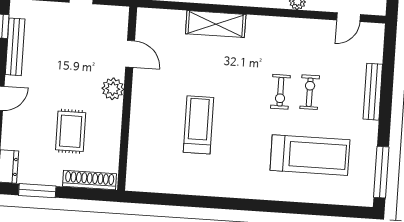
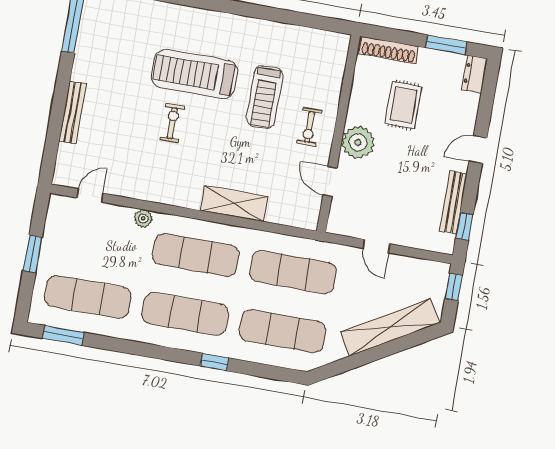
plant: (113, 89) -> (358, 142), width x1.36, depth x1.36
exercise bike: (310, 92) -> (309, 127), moved
treadmill: (310, 155) -> (194, 74), moved

